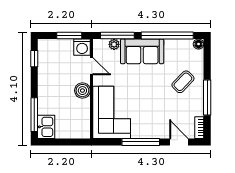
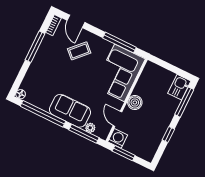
window: (34, 59) -> (168, 134), moved
coffee table: (183, 82) -> (79, 51), moved
window: (141, 142) -> (119, 43), moved

